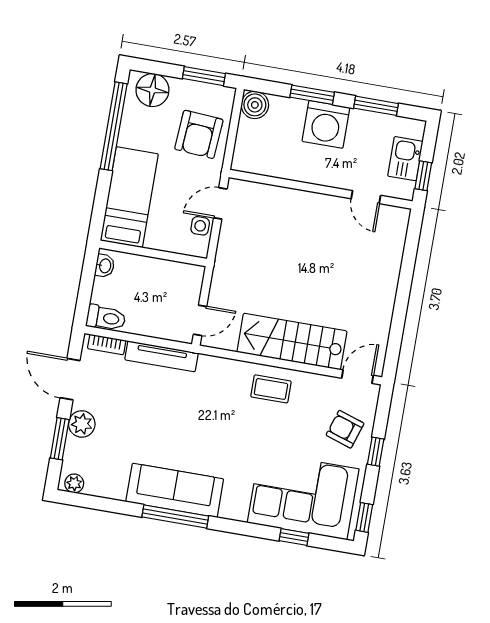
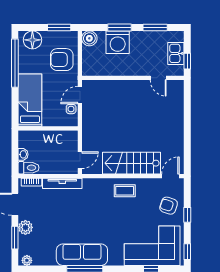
washing machine: (326, 124) -> (118, 42), moved
armchair: (199, 134) -> (62, 60), turned 86
washbasin: (105, 266) -> (23, 154), moved

